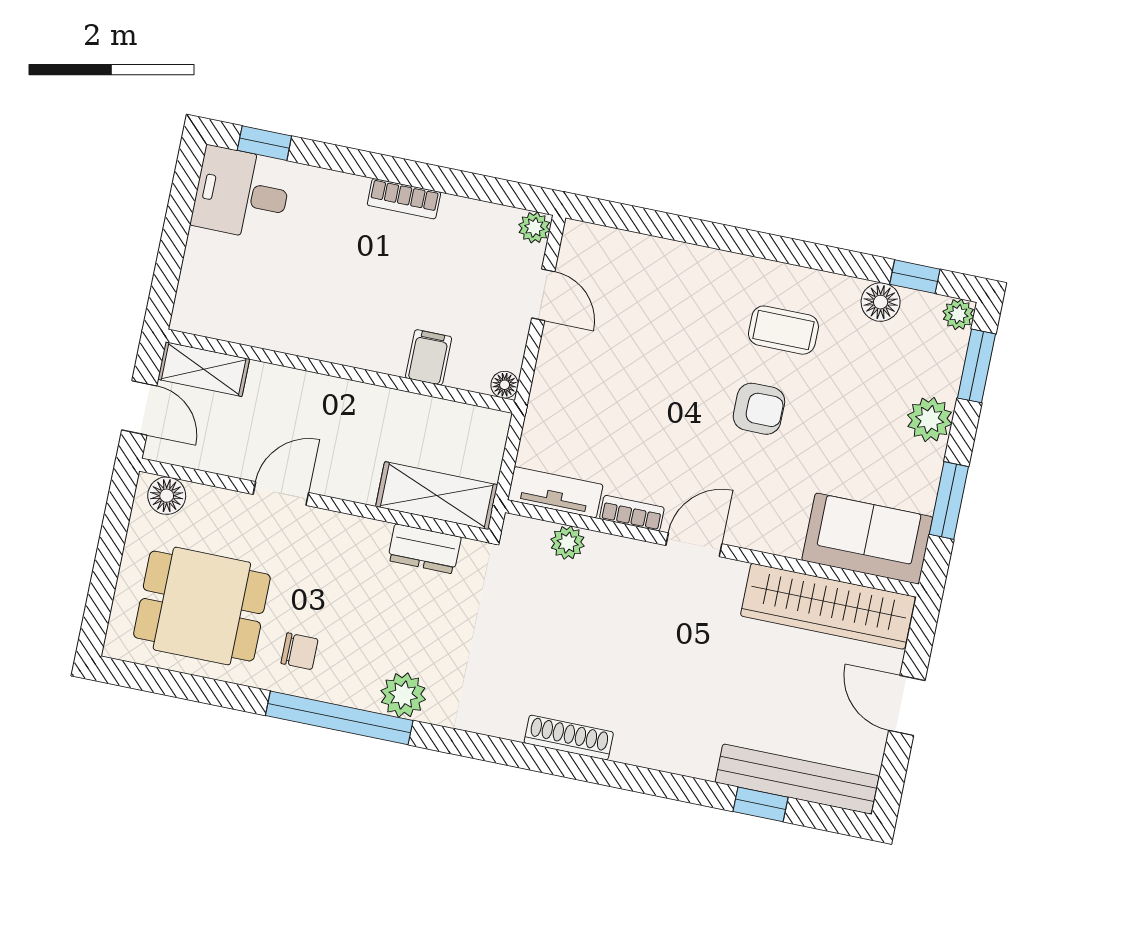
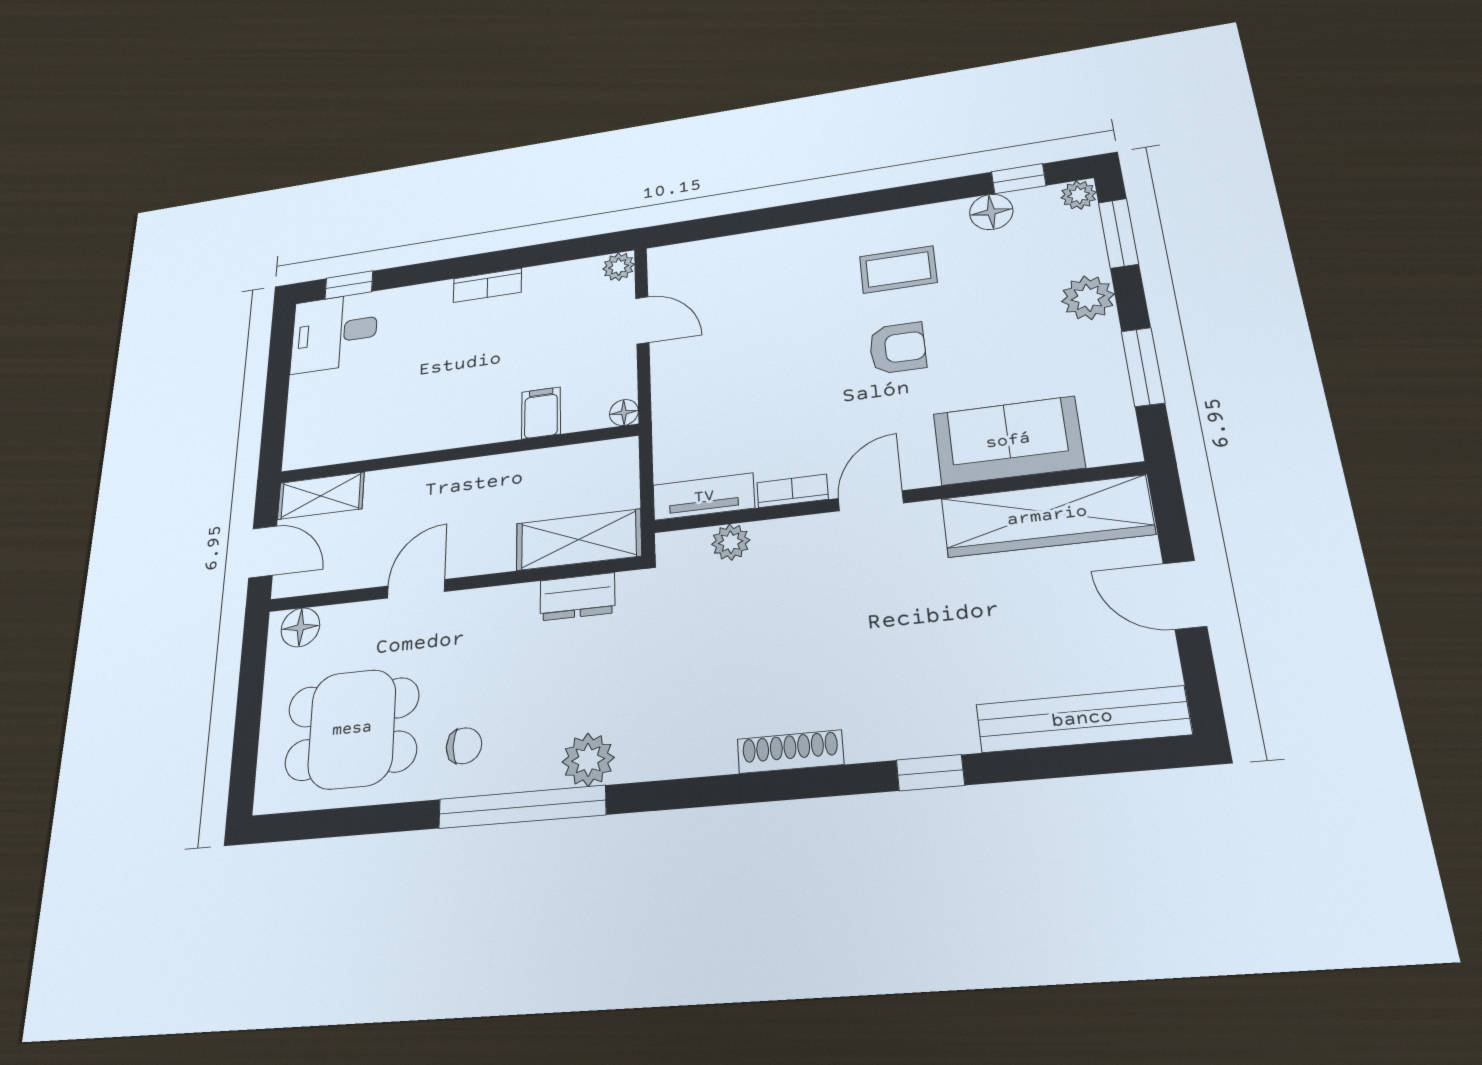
sofa: (867, 539) -> (1008, 441), moved
window: (761, 804) -> (930, 773), moved

